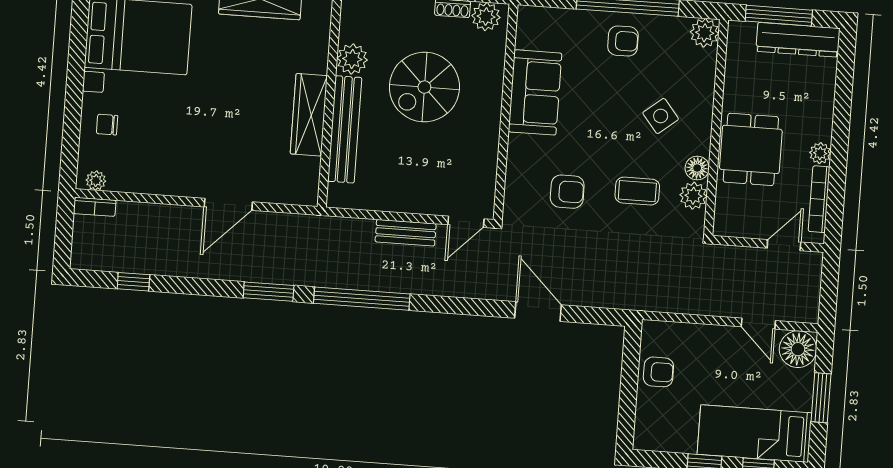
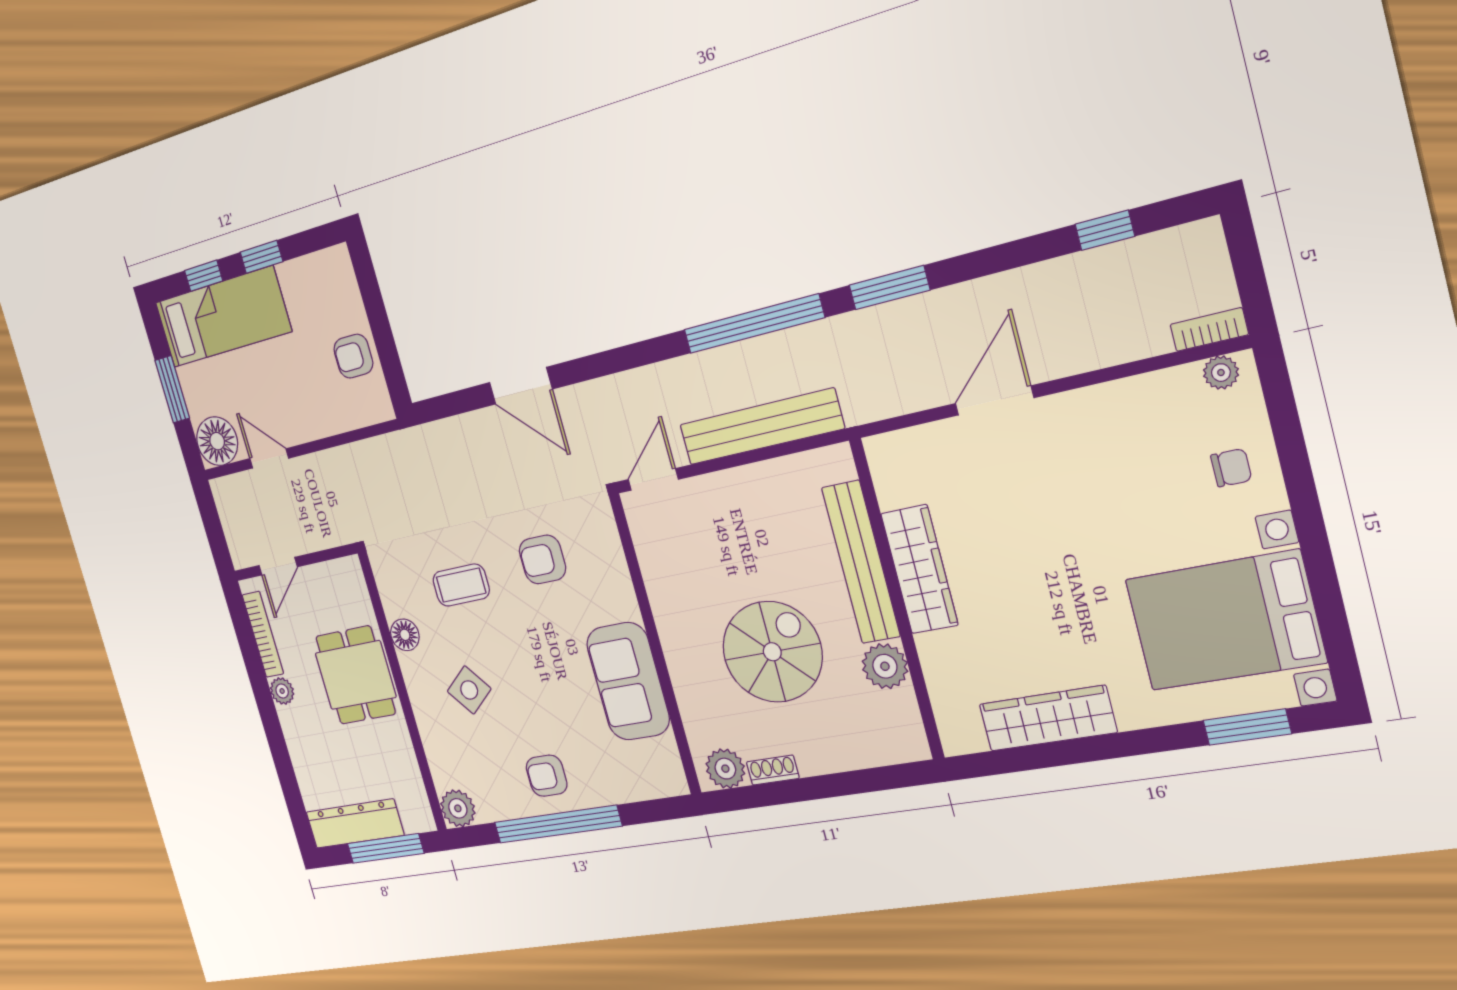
plant: (693, 196) -> (396, 598), removed
bench: (406, 233) -> (761, 427), width x1.86, depth x1.21

